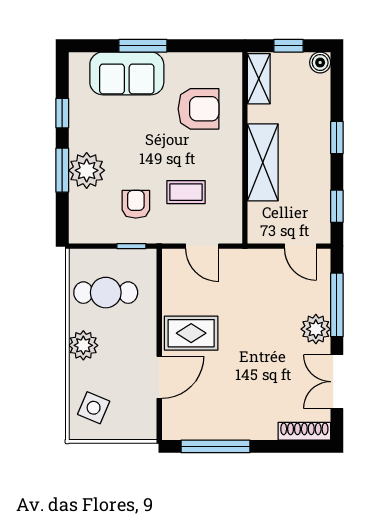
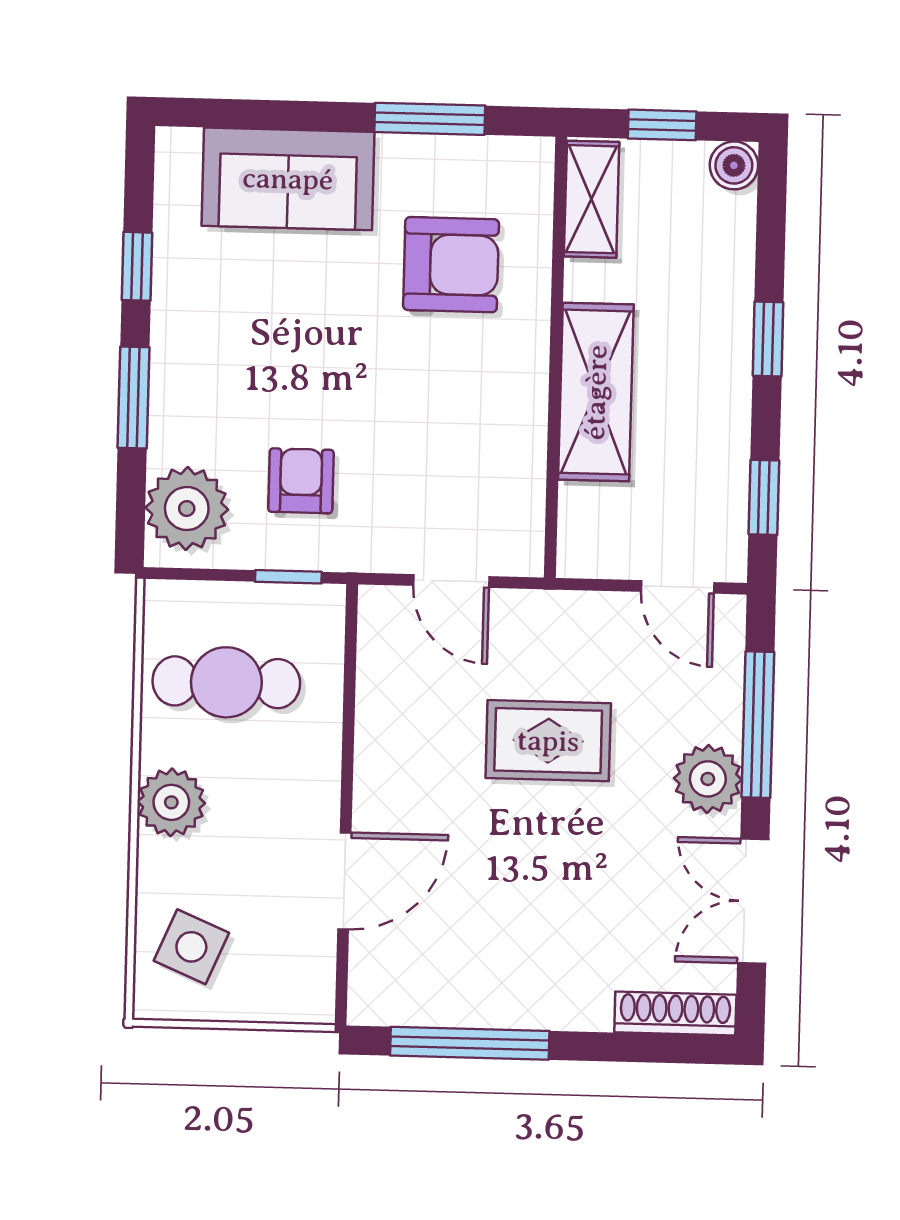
window: (143, 46) -> (430, 119), moved
plant: (87, 170) -> (187, 509), moved
coffee table: (186, 192) -> (417, 456), removed
rug: (191, 333) -> (548, 741), moved

